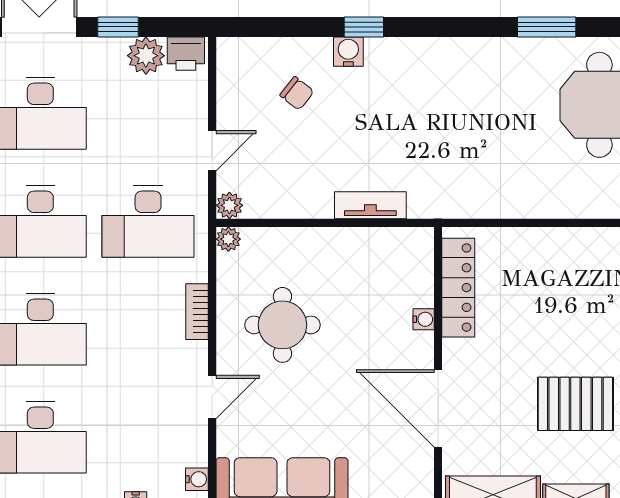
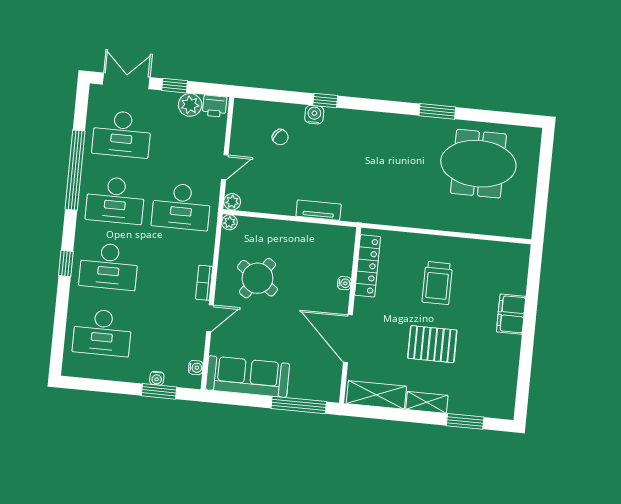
trolley: (574, 304) -> (437, 283), added
bookcase: (197, 312) -> (204, 283), moved
round table: (282, 325) -> (257, 278), turned 35

